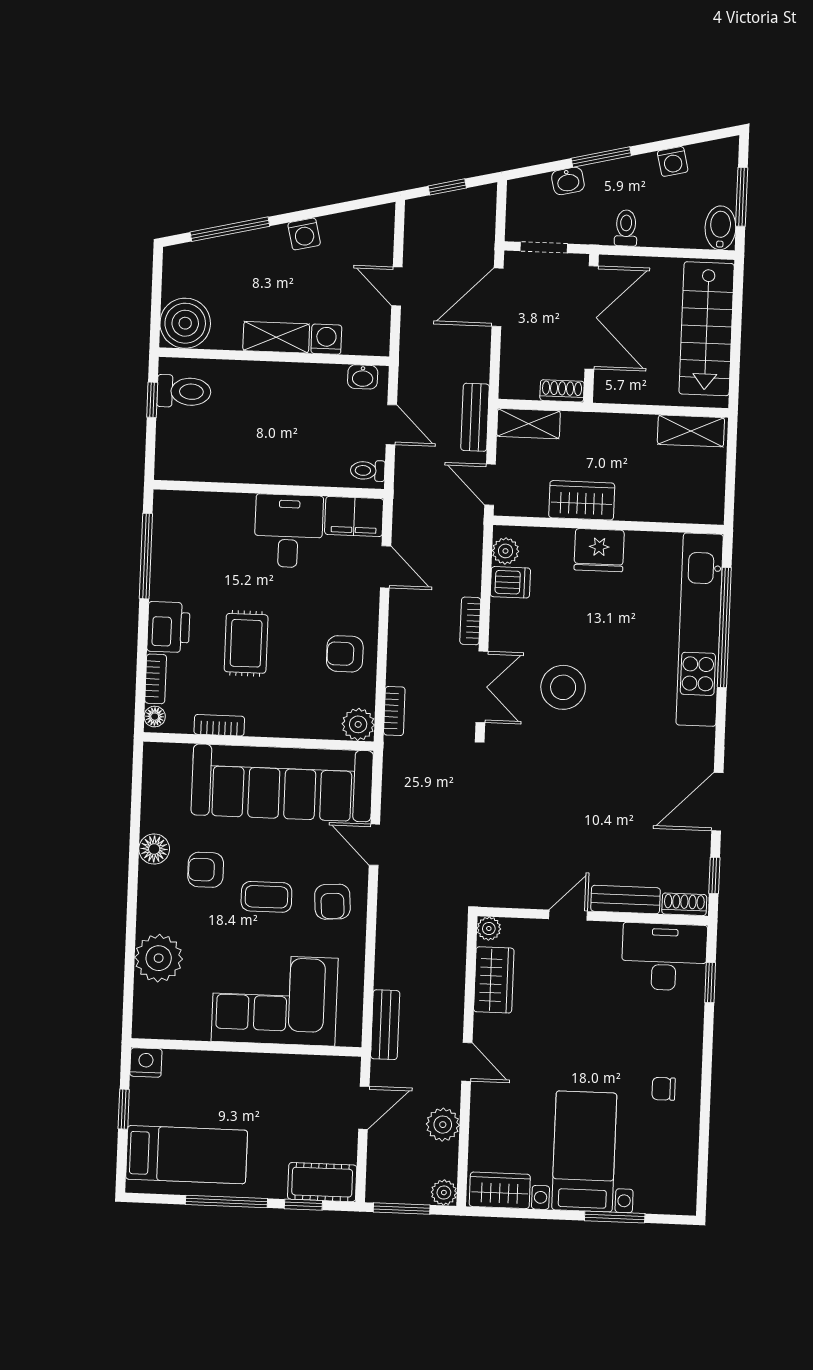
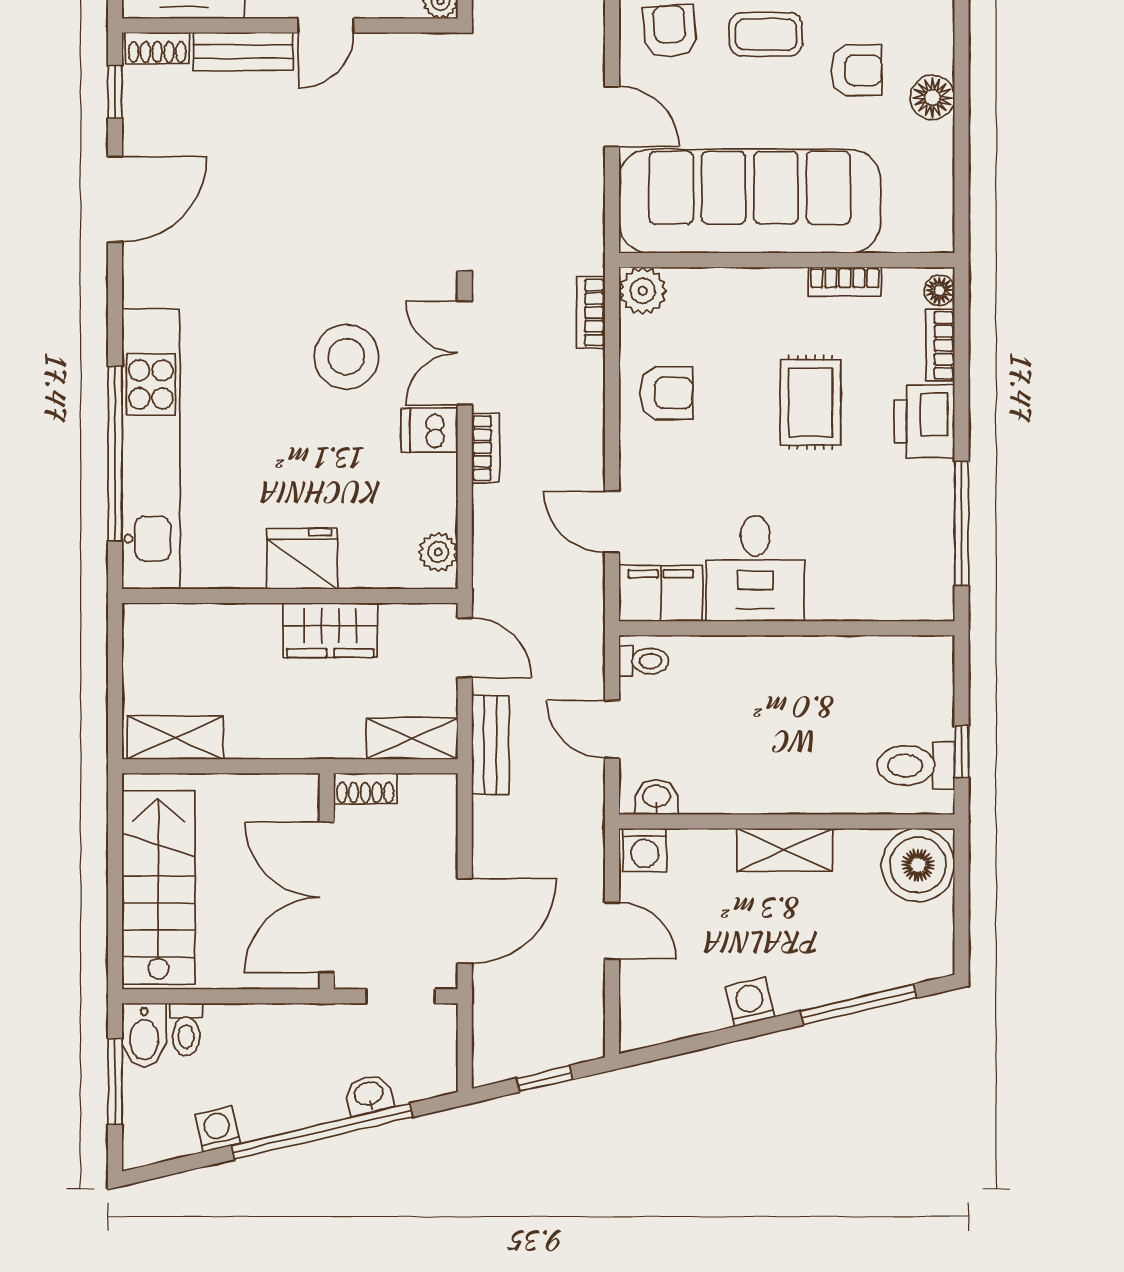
window: (601, 157) -> (322, 1131), width x2.11
toilet: (626, 228) -> (186, 1029), moved
washing machine: (326, 339) -> (645, 850), moved
dishwasher: (510, 582) -> (429, 430), moved

